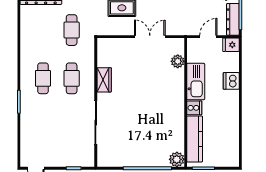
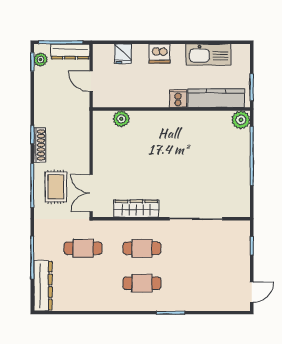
double door: (150, 37) -> (91, 193), moved
fridge: (231, 45) -> (123, 54), moved
wardrobe: (104, 80) -> (136, 209), width x1.50
dishwasher: (231, 81) -> (159, 53), moved
kitchen sink: (196, 82) -> (208, 55), moved, turned 180

